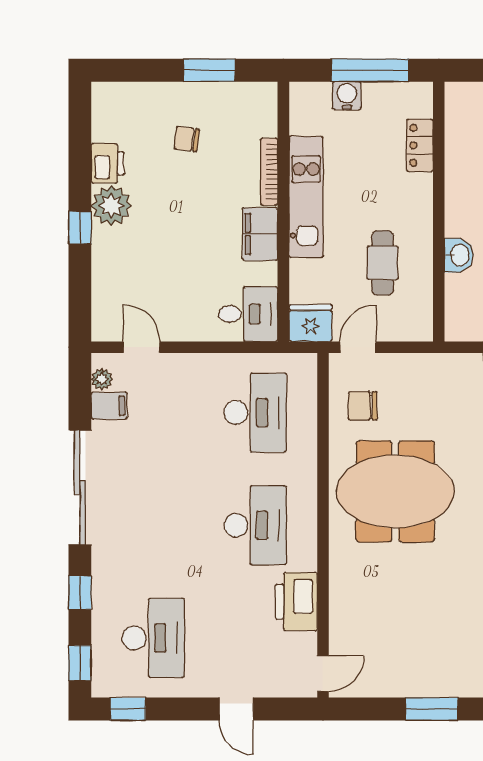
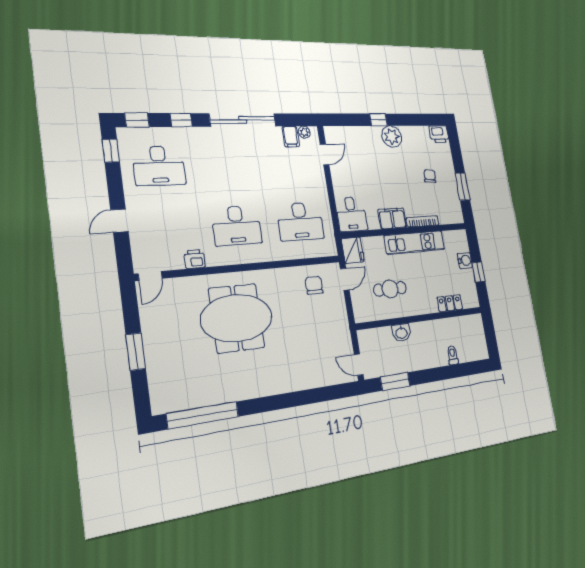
window: (370, 70) -> (478, 272), width x0.46
printer: (108, 163) -> (439, 134), moved
door: (358, 347) -> (345, 279), hinge flipped
meeting table: (395, 491) -> (237, 318), moved, turned 90
printer: (296, 602) -> (195, 259), width x0.53, depth x0.68
door: (323, 674) -> (150, 276), hinge flipped

